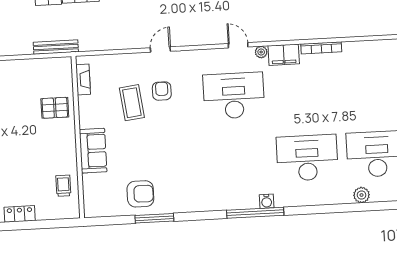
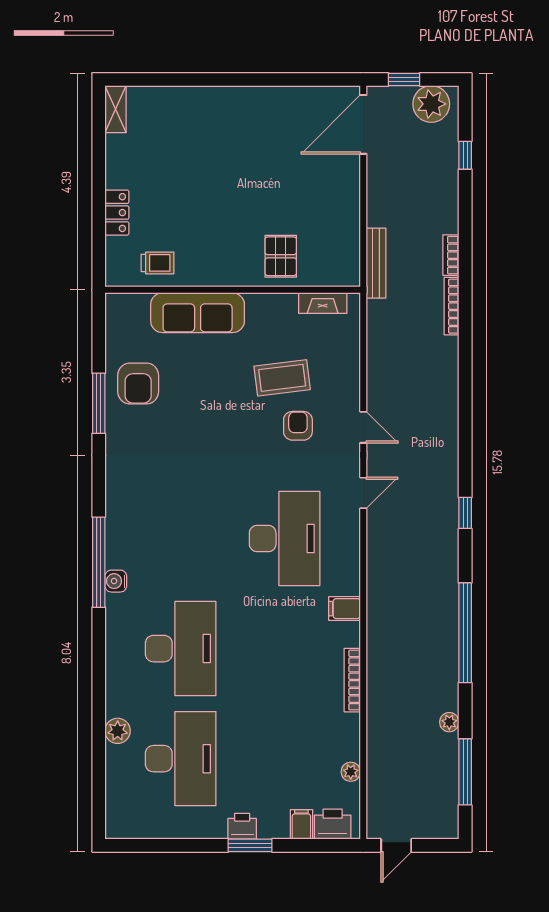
door: (238, 45) -> (363, 493), moved
plant: (261, 52) -> (351, 772), moved
filing cabinet: (284, 55) -> (345, 609), width x0.50
armchair: (162, 91) -> (298, 426), turned -90
sofa: (93, 151) -> (198, 313), width x1.36
locker: (20, 214) -> (117, 213), moved

